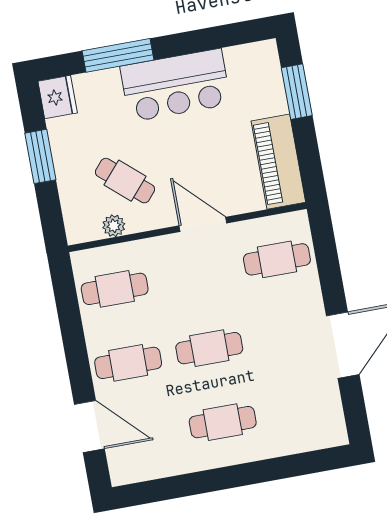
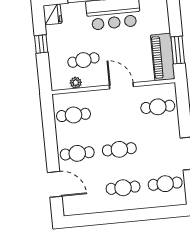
window: (297, 92) -> (178, 50), moved
window: (40, 156) -> (41, 44), width x0.67
cafe table: (125, 181) -> (83, 60), turned -47
cafe table: (304, 407) -> (165, 184), added

